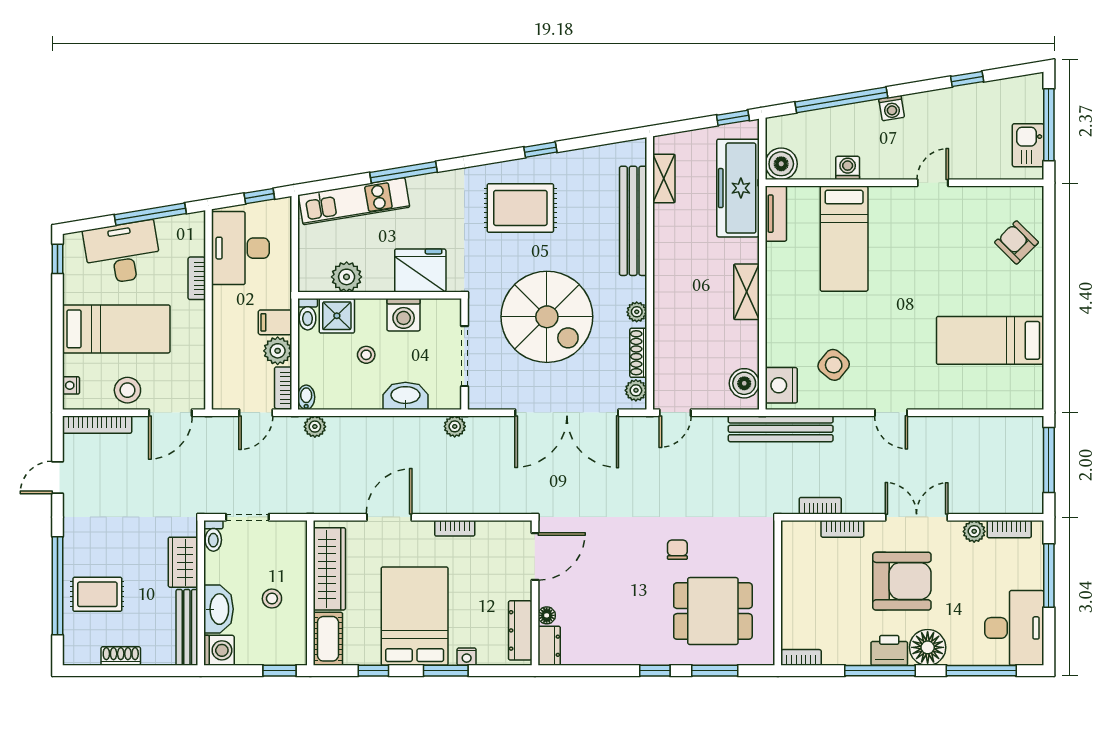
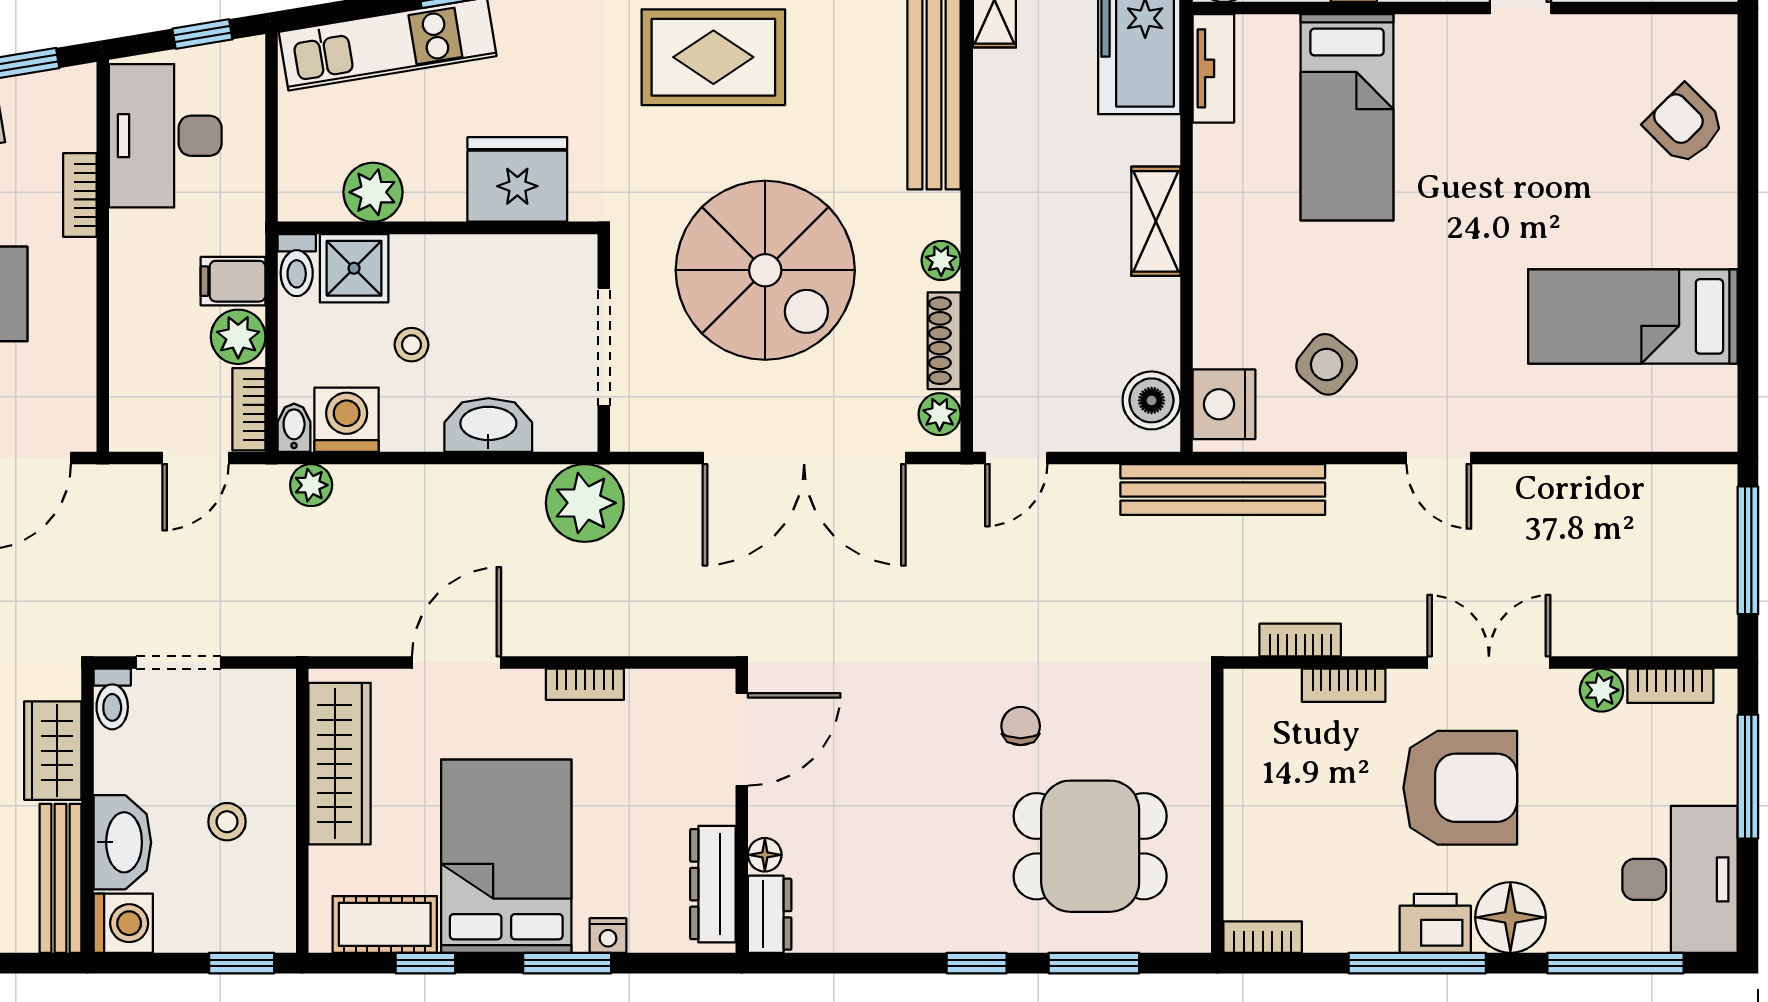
washing machine: (404, 315) -> (347, 420), moved, turned 180
plant: (455, 426) -> (585, 503), width x1.87, depth x1.87
cot: (328, 639) -> (385, 924), moved, turned 90

